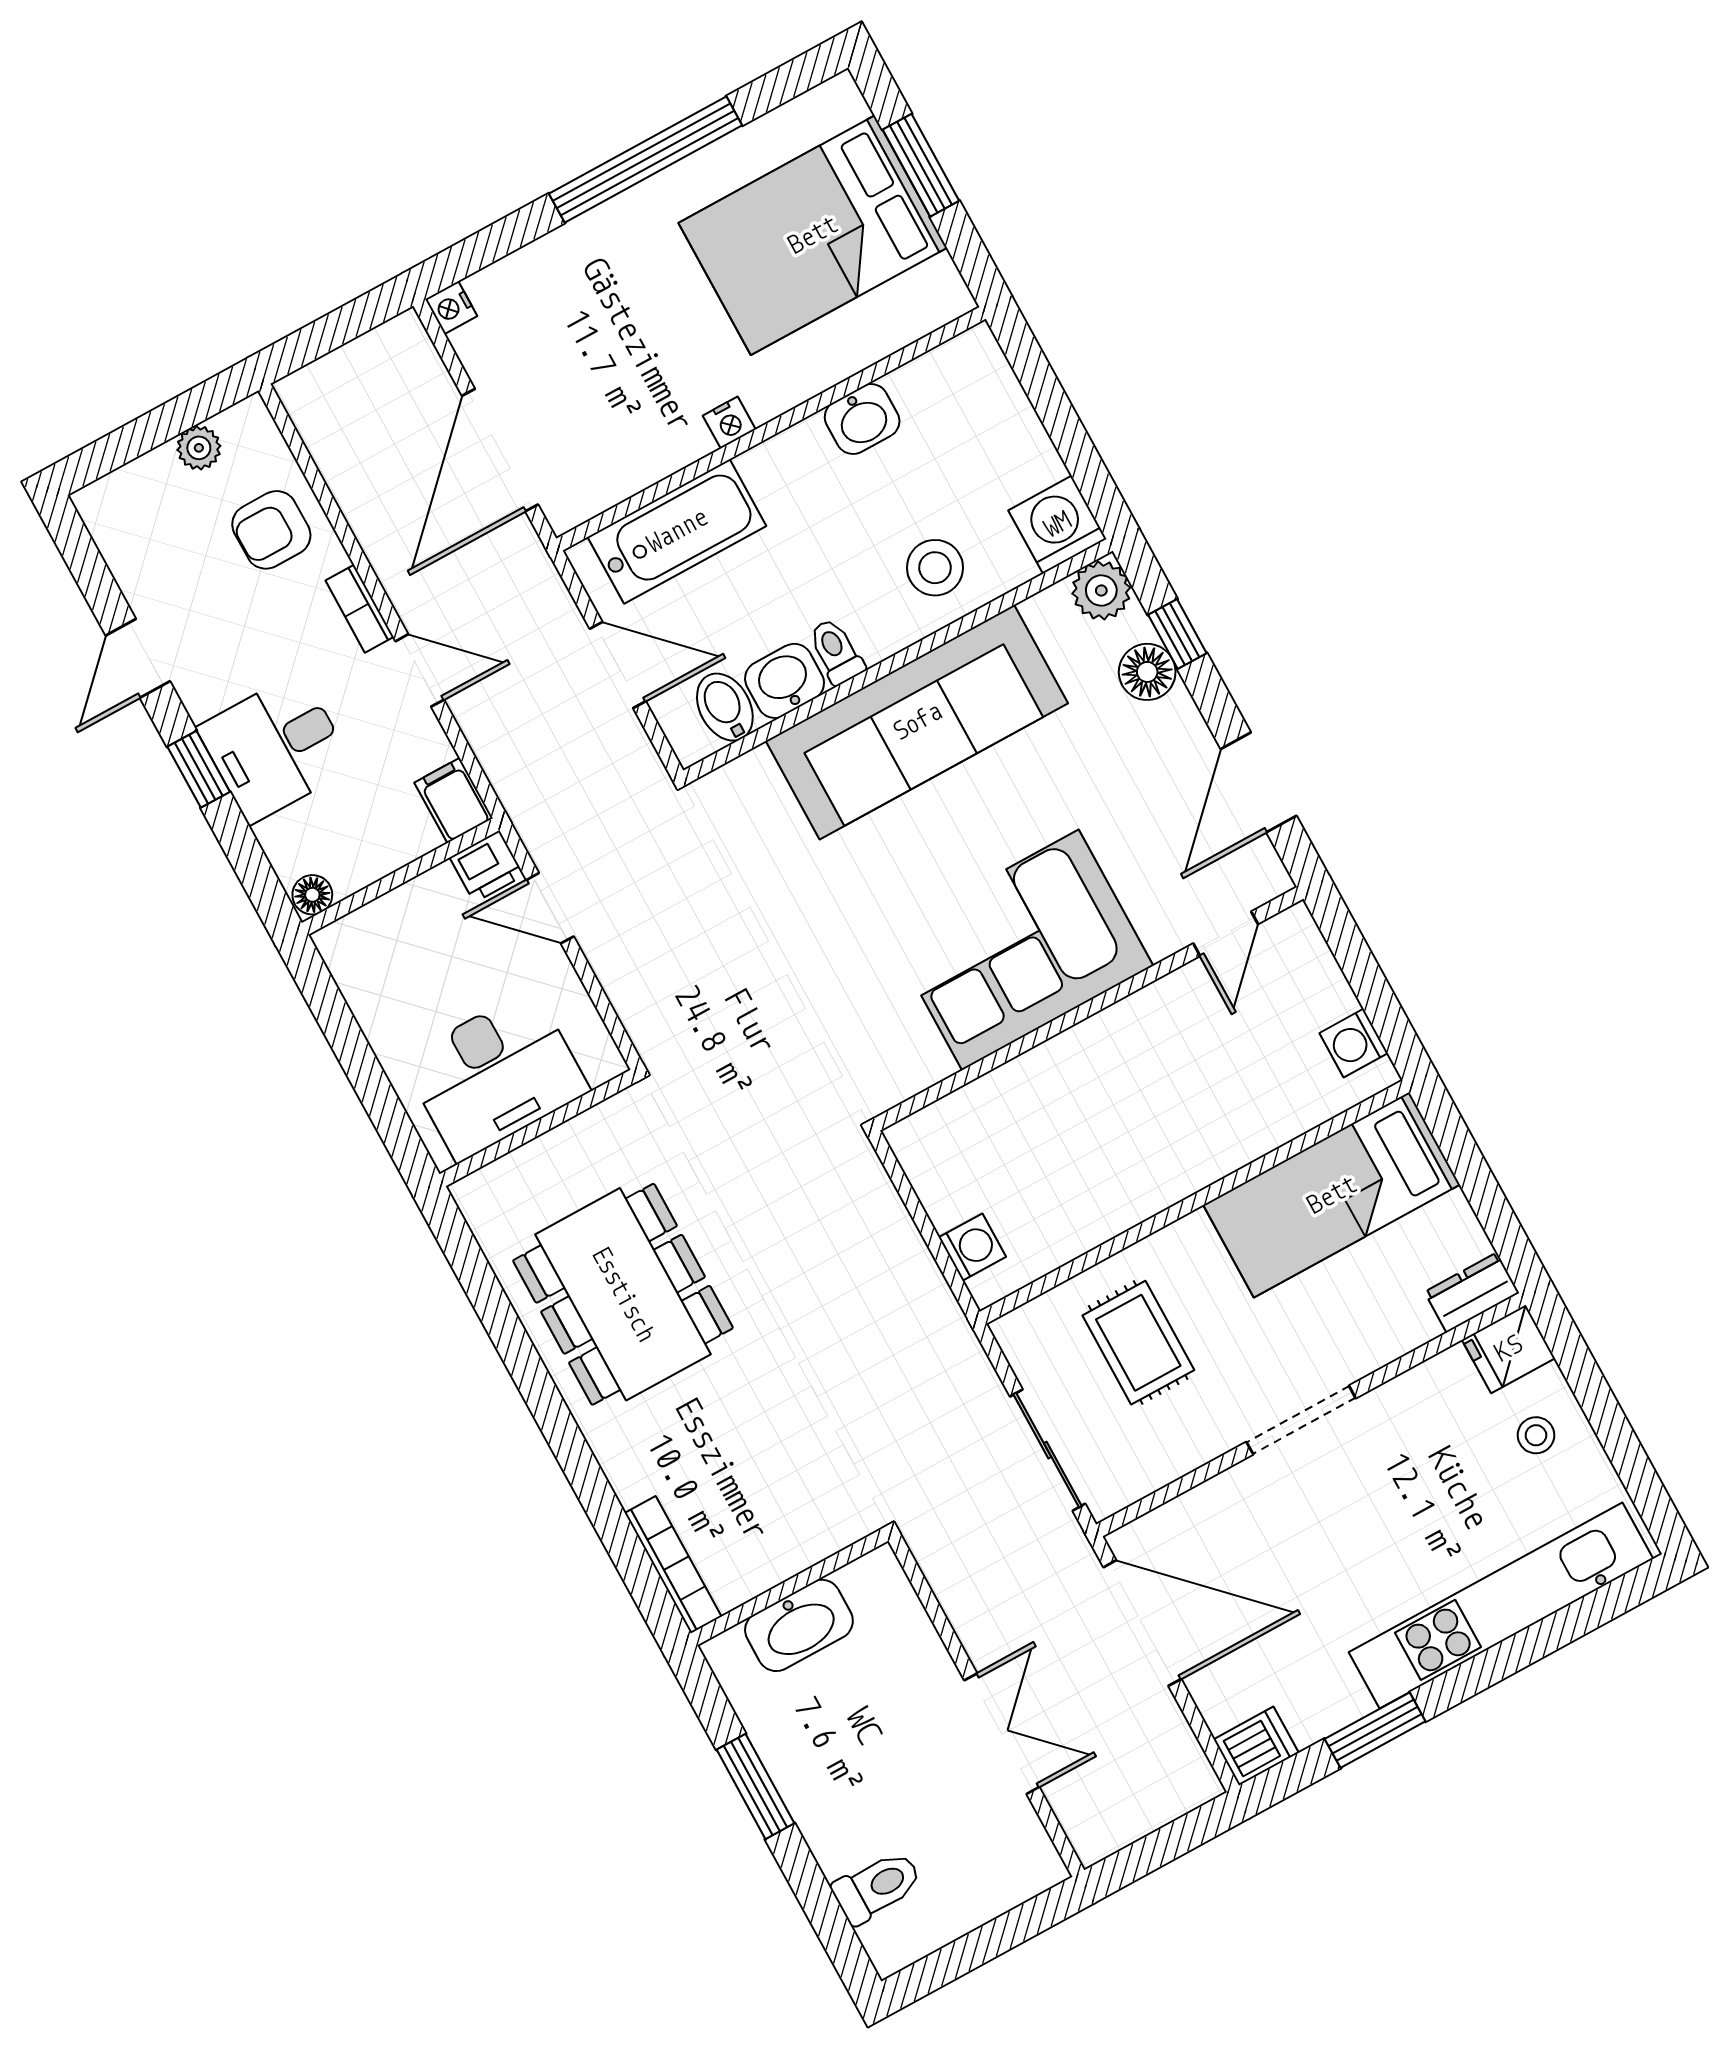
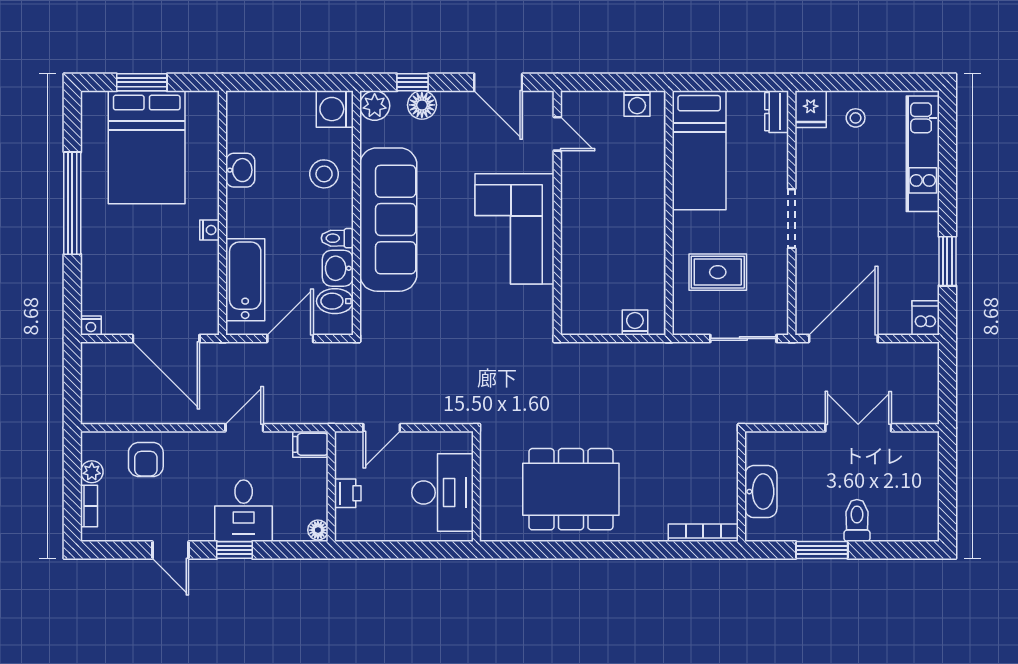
bookcase: (360, 609) -> (89, 506), moved, turned -90
printer: (487, 866) -> (348, 493), moved
kitchen unit: (1501, 1605) -> (923, 154), width x0.73
toilet: (877, 1887) -> (857, 520), moved

